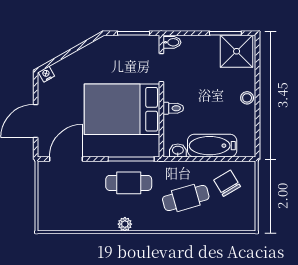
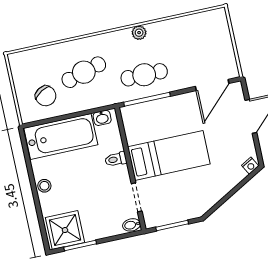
bed: (122, 109) -> (169, 155), width x0.67
bathtub: (212, 146) -> (61, 136), width x1.36, depth x1.36

